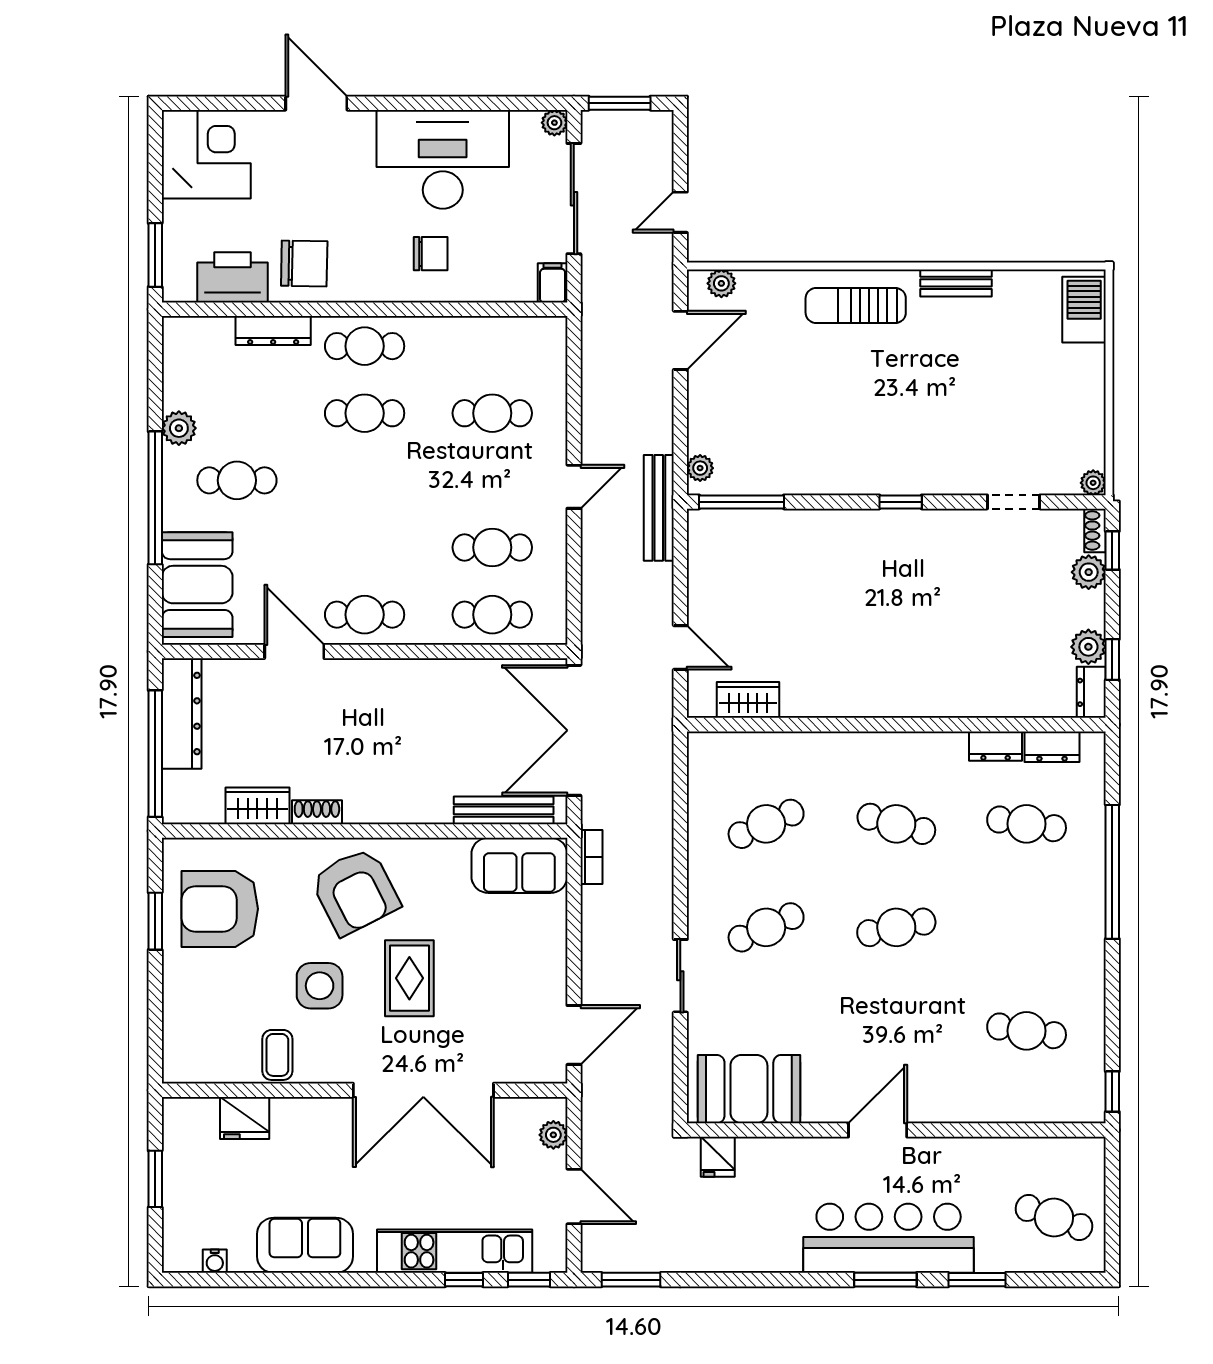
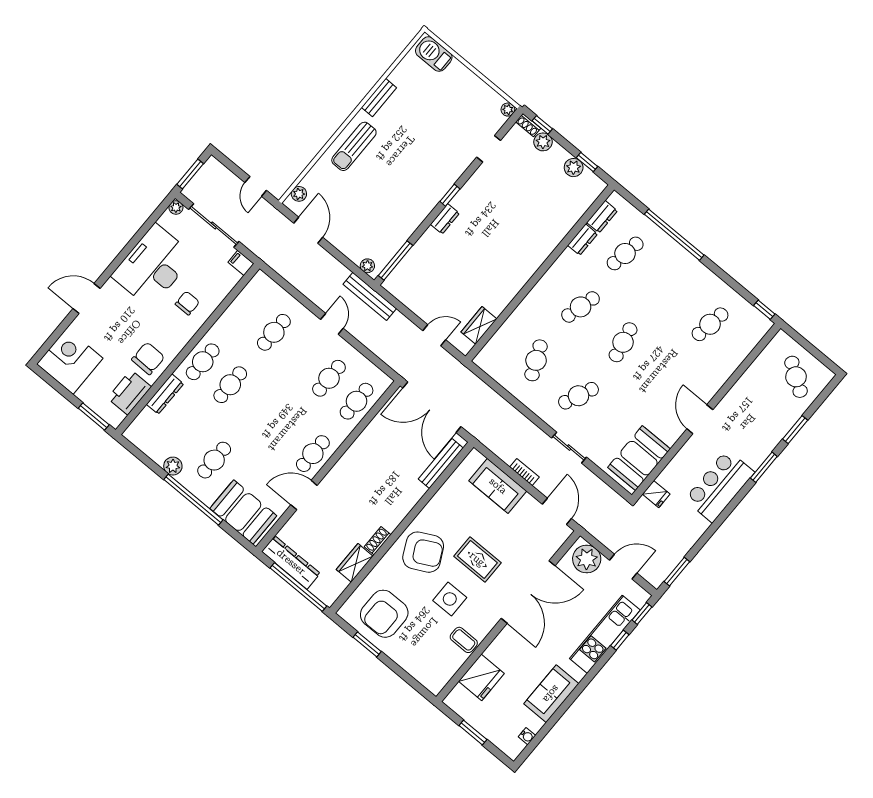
dresser: (1091, 692) -> (445, 219), moved, turned -90
bookcase: (591, 857) -> (524, 472), moved
sofa: (519, 865) -> (498, 486), moved, turned 90
cafe table: (766, 927) -> (578, 396), turned 48
fridge: (245, 1118) -> (481, 677), width x1.36, depth x1.34
plant: (553, 1135) -> (587, 559), width x1.87, depth x1.87
cafe table: (1054, 1218) -> (796, 377), turned -76
bar counter: (889, 1238) -> (719, 486), moved, width x0.73

